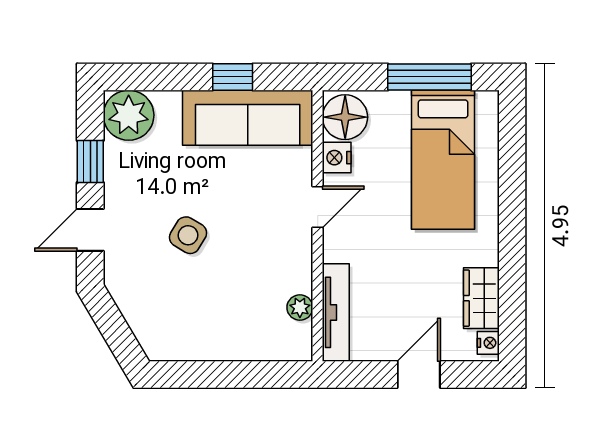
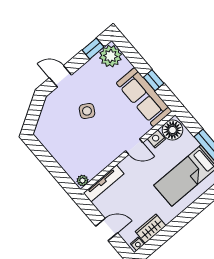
window: (90, 162) -> (93, 49), moved
plant: (300, 307) -> (82, 180), moved

